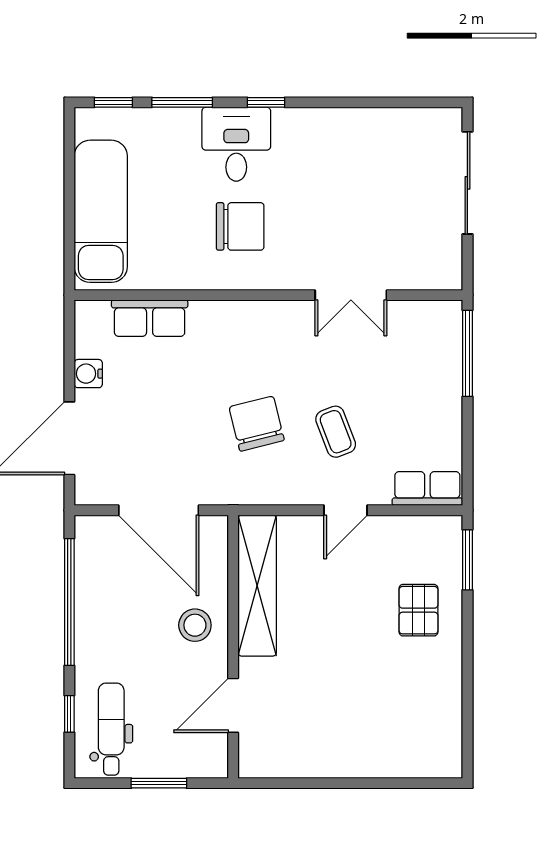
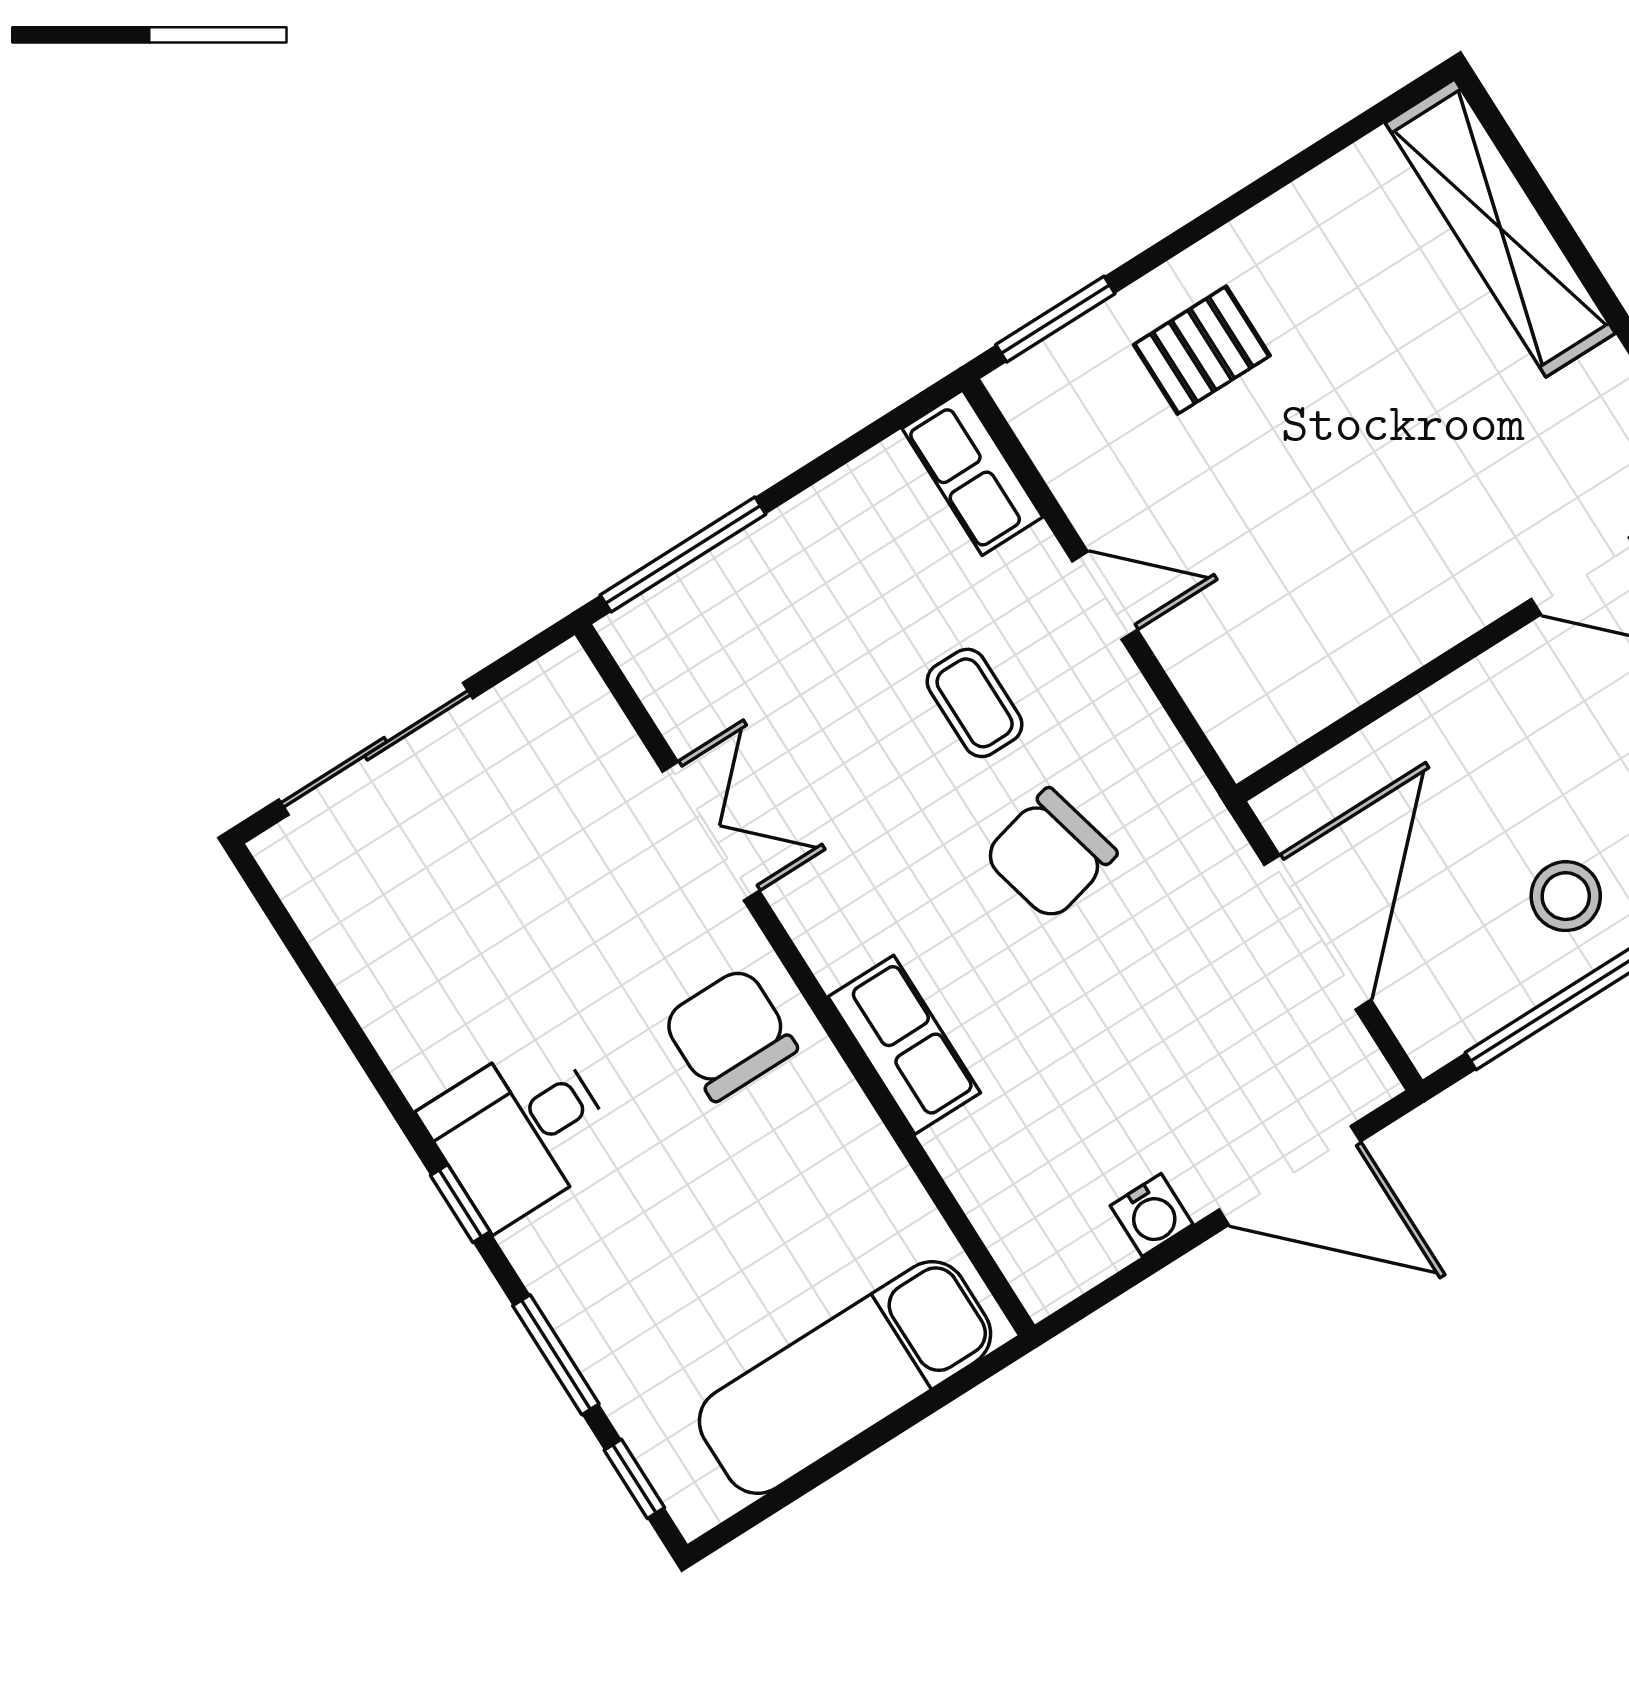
desk: (236, 144) -> (520, 1132), moved
chair: (240, 226) -> (730, 1034), moved
row of seats: (150, 318) -> (904, 1045), moved
coffee table: (336, 432) -> (975, 703), turned -69
shelving: (257, 586) -> (1500, 228), moved, turned 90
stool: (195, 625) -> (1566, 896), moved

